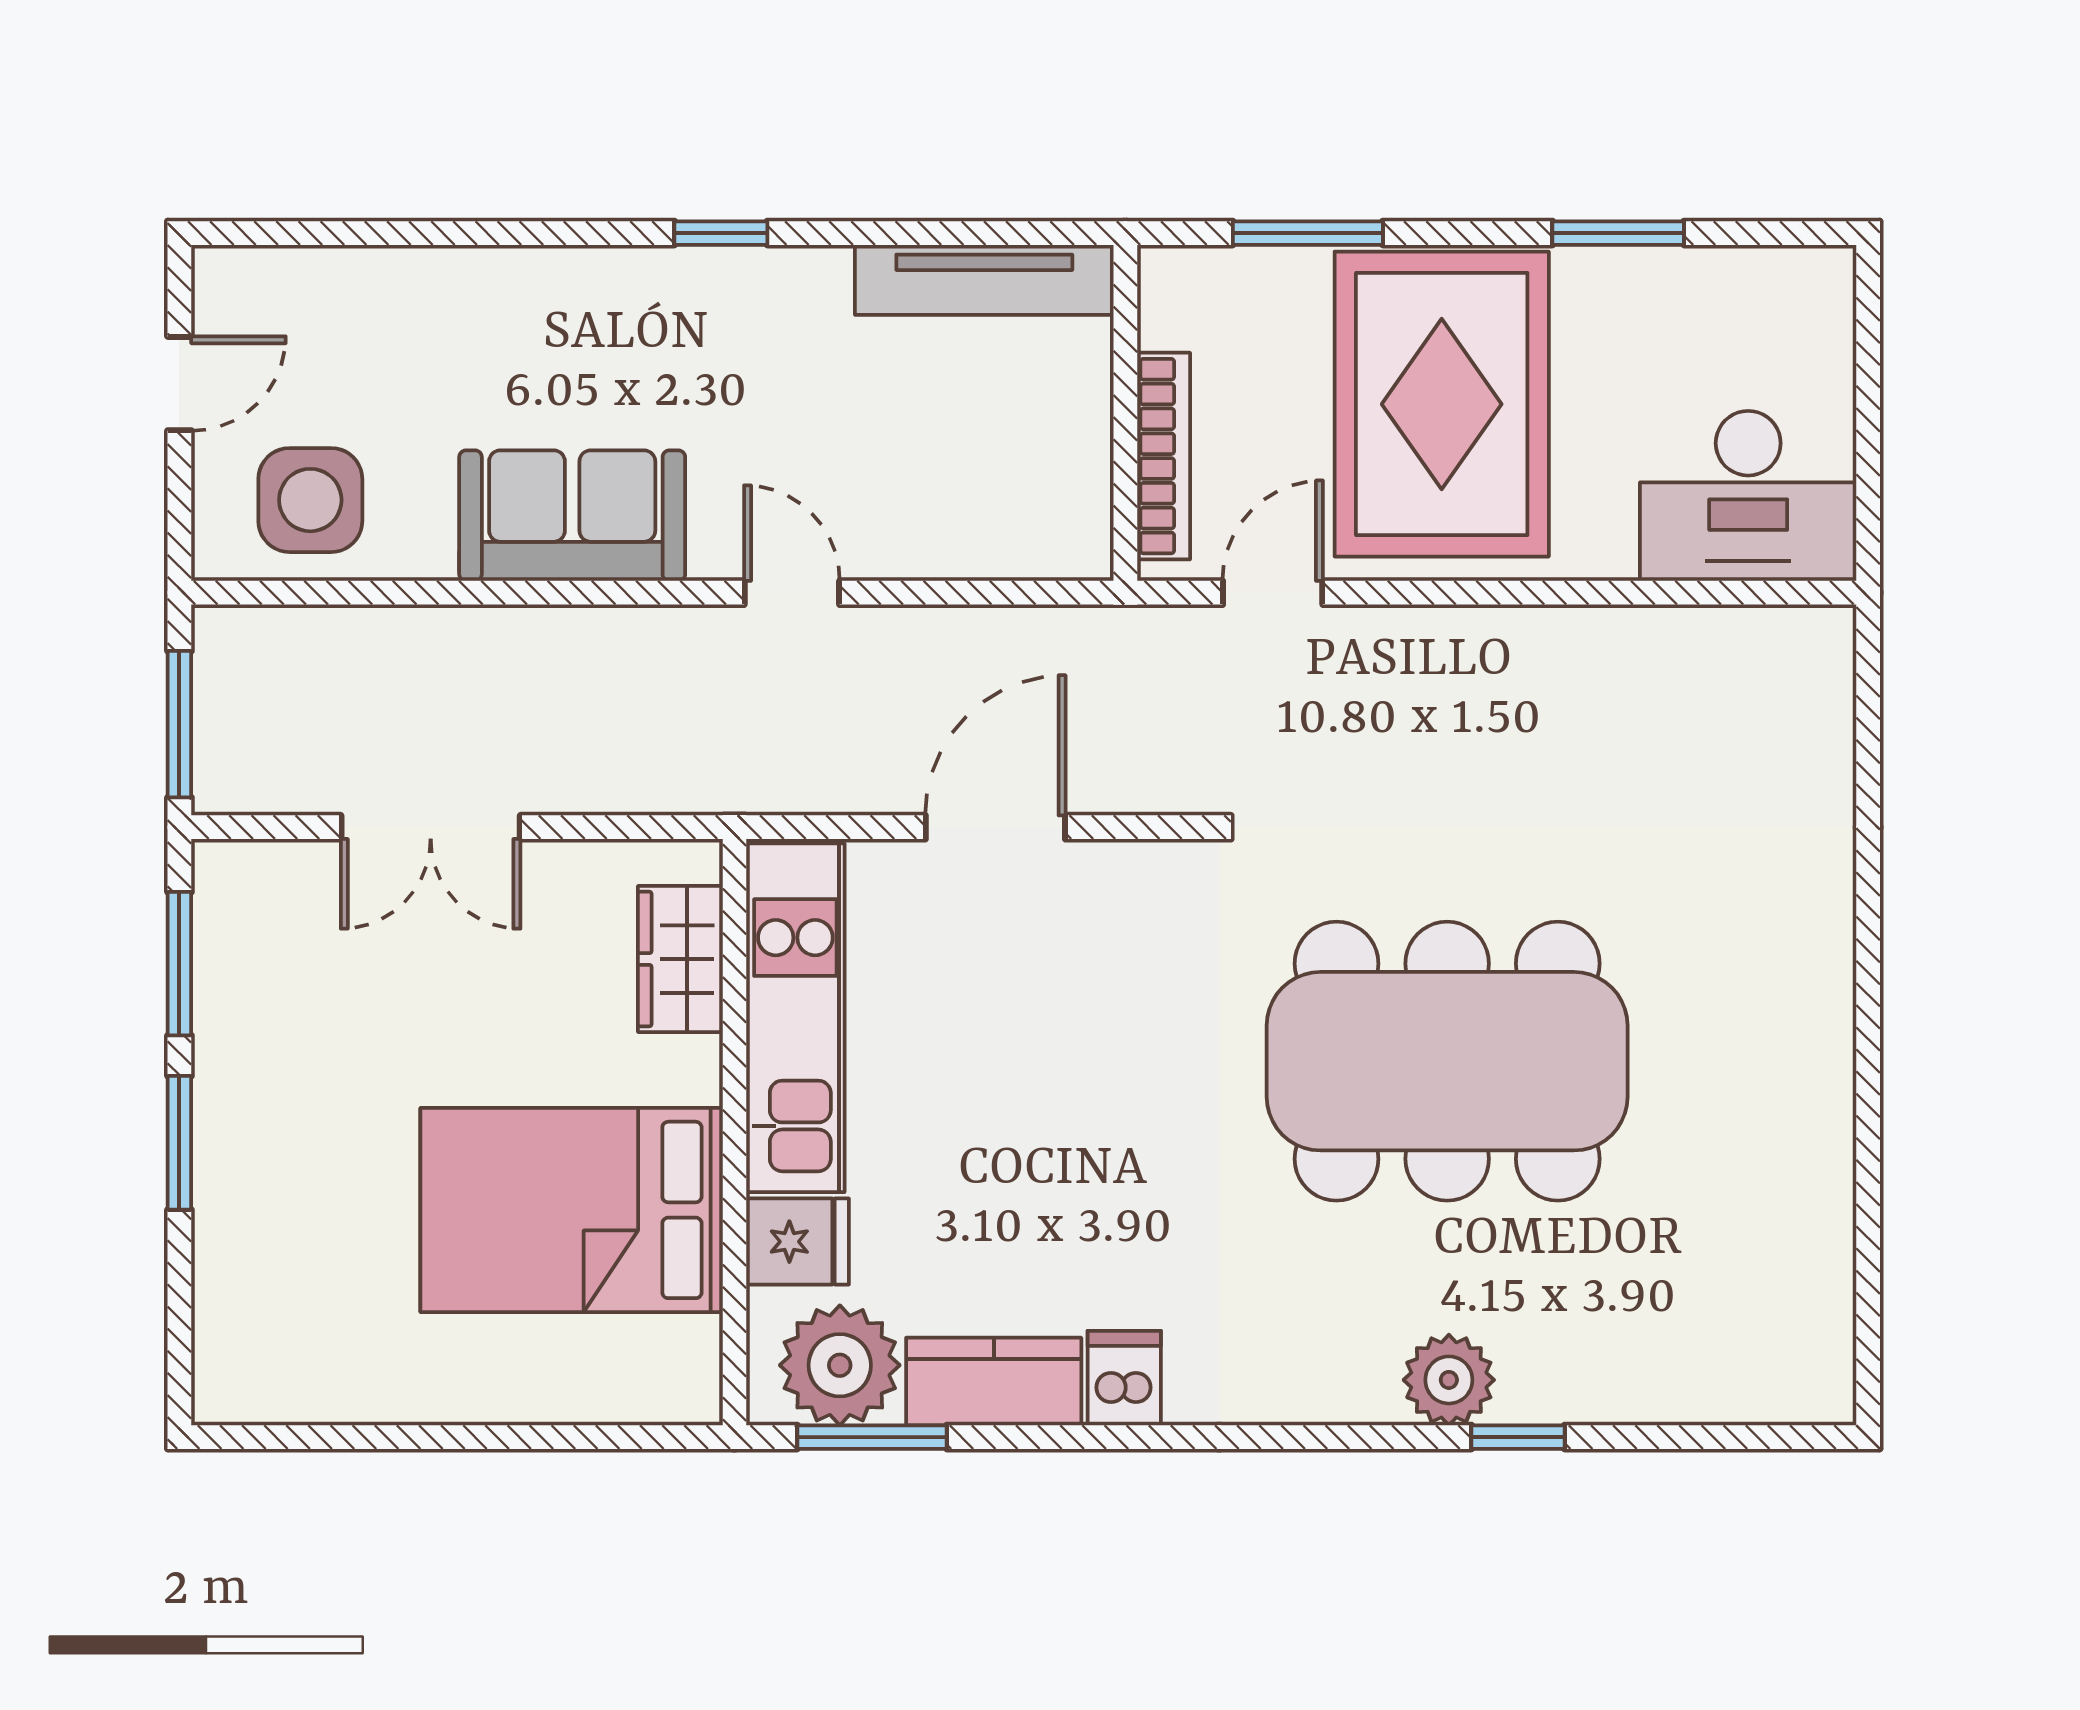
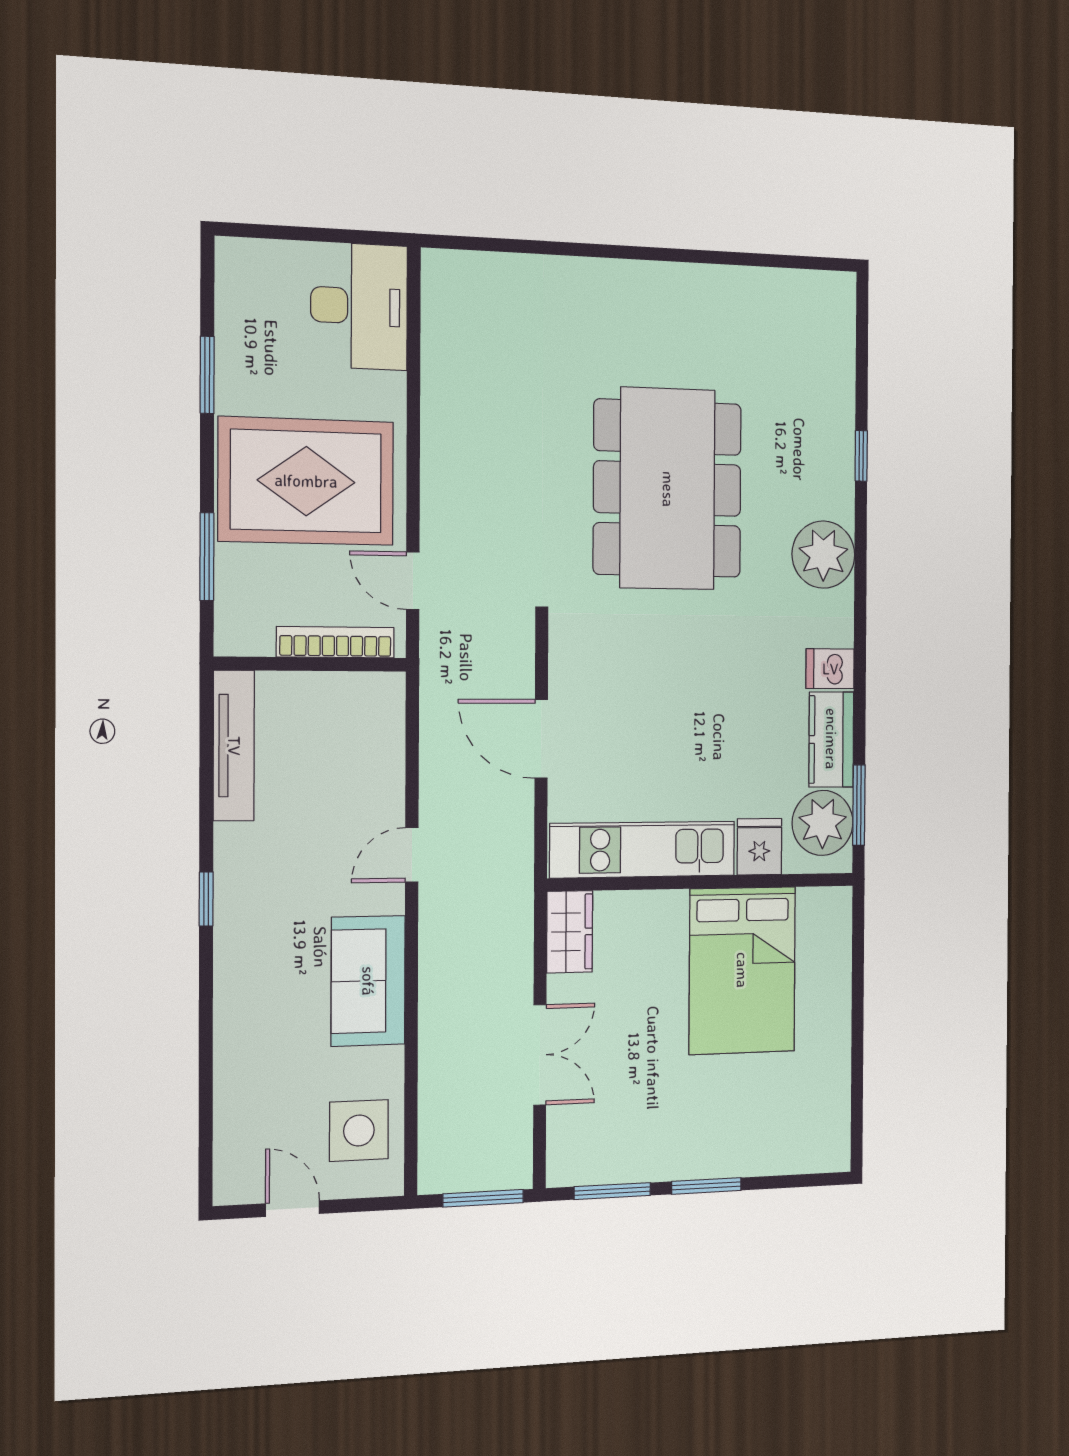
wardrobe: (680, 959) -> (570, 932), moved, turned -90
plant: (1449, 1380) -> (823, 555), moved, width x1.36, depth x1.36

